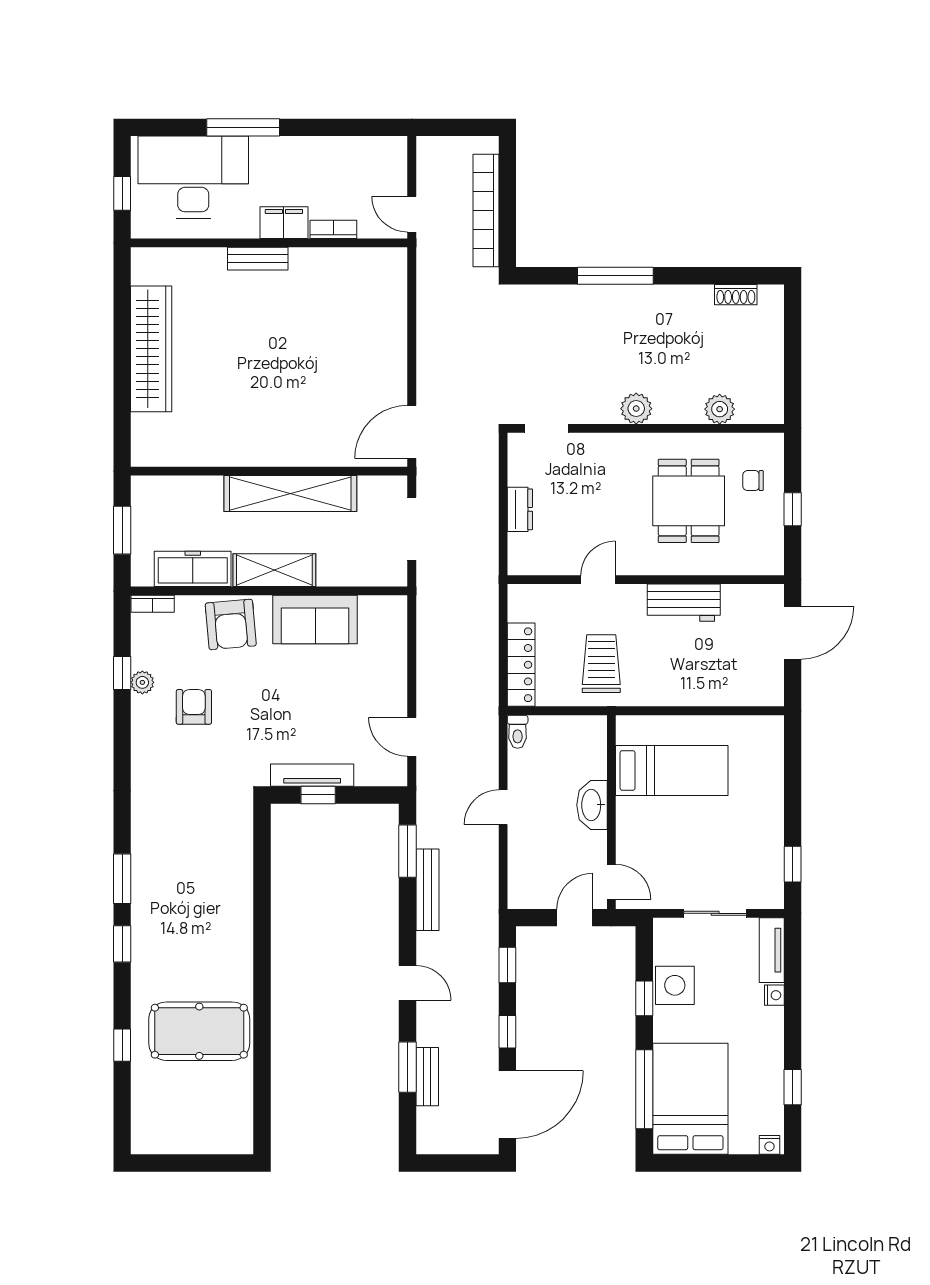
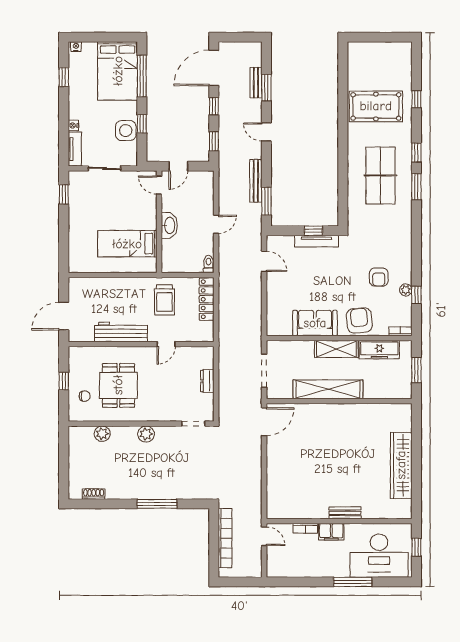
workbench: (684, 603) -> (121, 332), width x1.38
table tennis table: (190, 900) -> (380, 175), added

